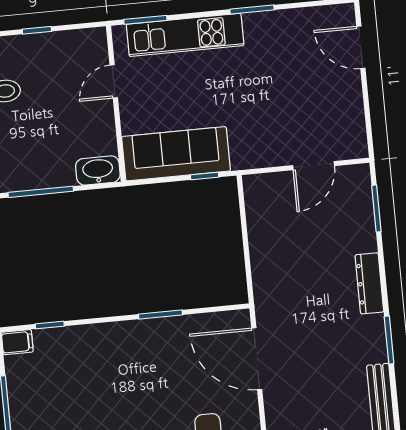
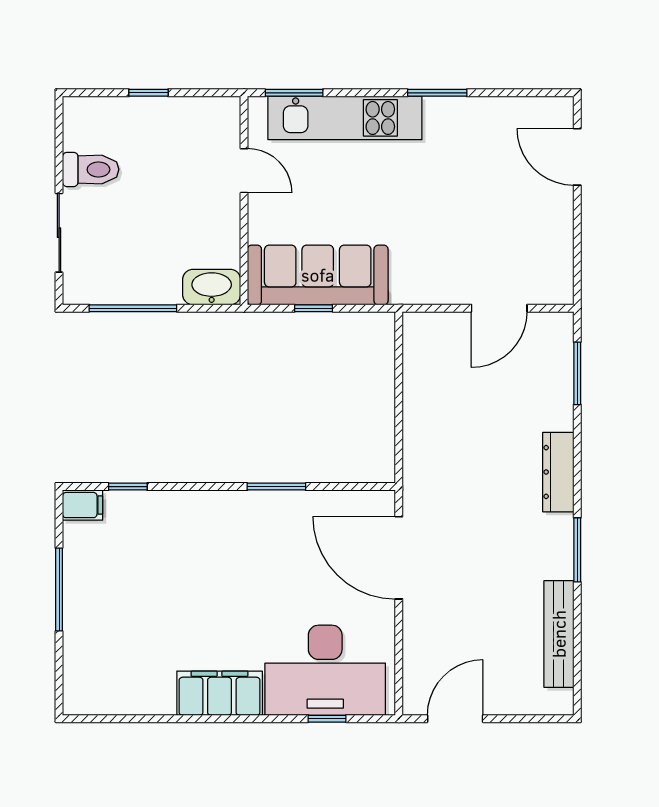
door: (114, 81) -> (244, 171), swing flipped
window: (205, 176) -> (314, 308), moved

